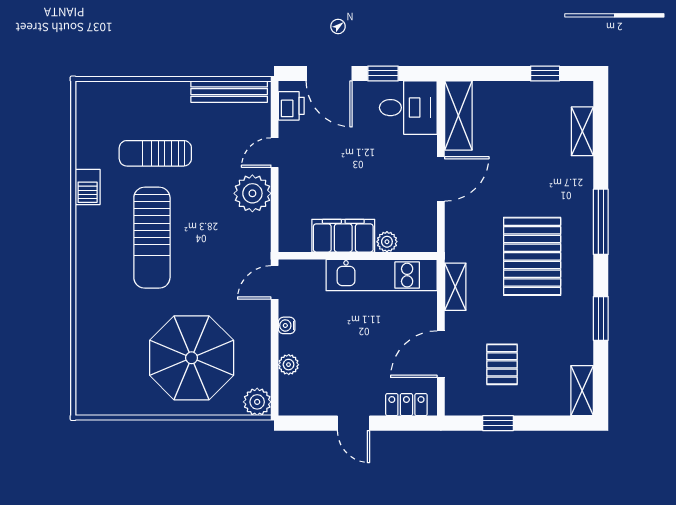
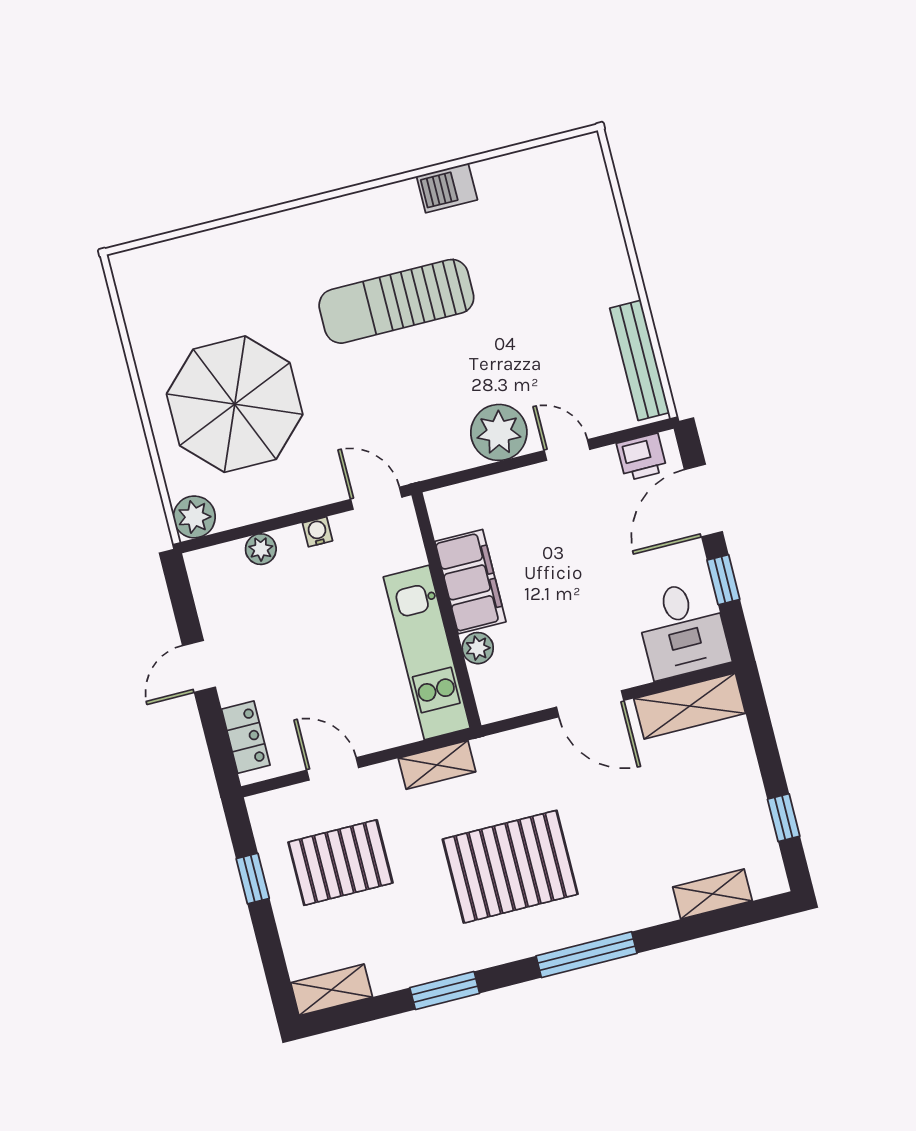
sun lounger: (155, 153) -> (522, 275), removed
door: (441, 354) -> (333, 769), width x0.73
pallet: (502, 364) -> (340, 863), width x1.50, depth x1.42

